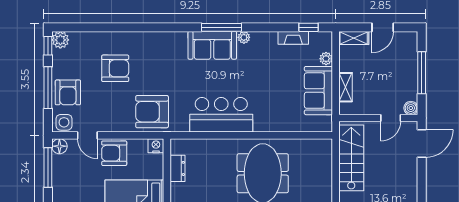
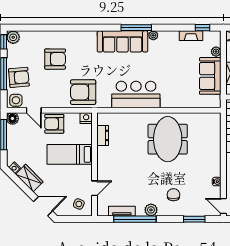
sofa: (212, 45) -> (122, 41), width x1.36
armchair: (68, 92) -> (19, 77), turned -95

